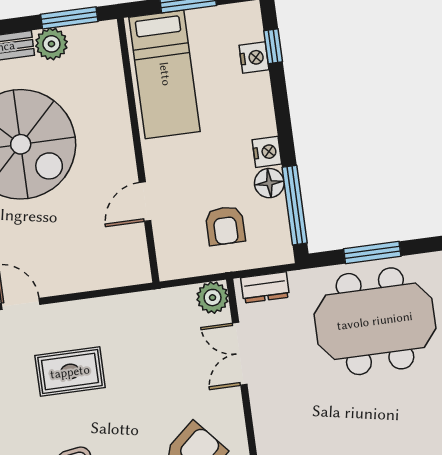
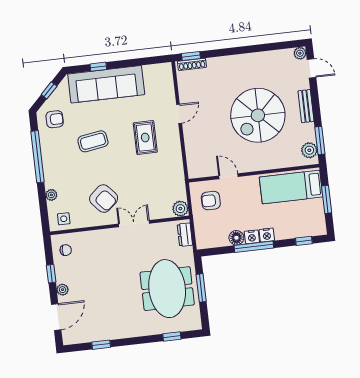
plant: (51, 44) -> (309, 150), moved
nightstand: (254, 58) -> (267, 235), moved
window: (295, 205) -> (254, 247), moved
armchair: (225, 226) -> (211, 201), moved
double door: (240, 354) -> (134, 224), moved

